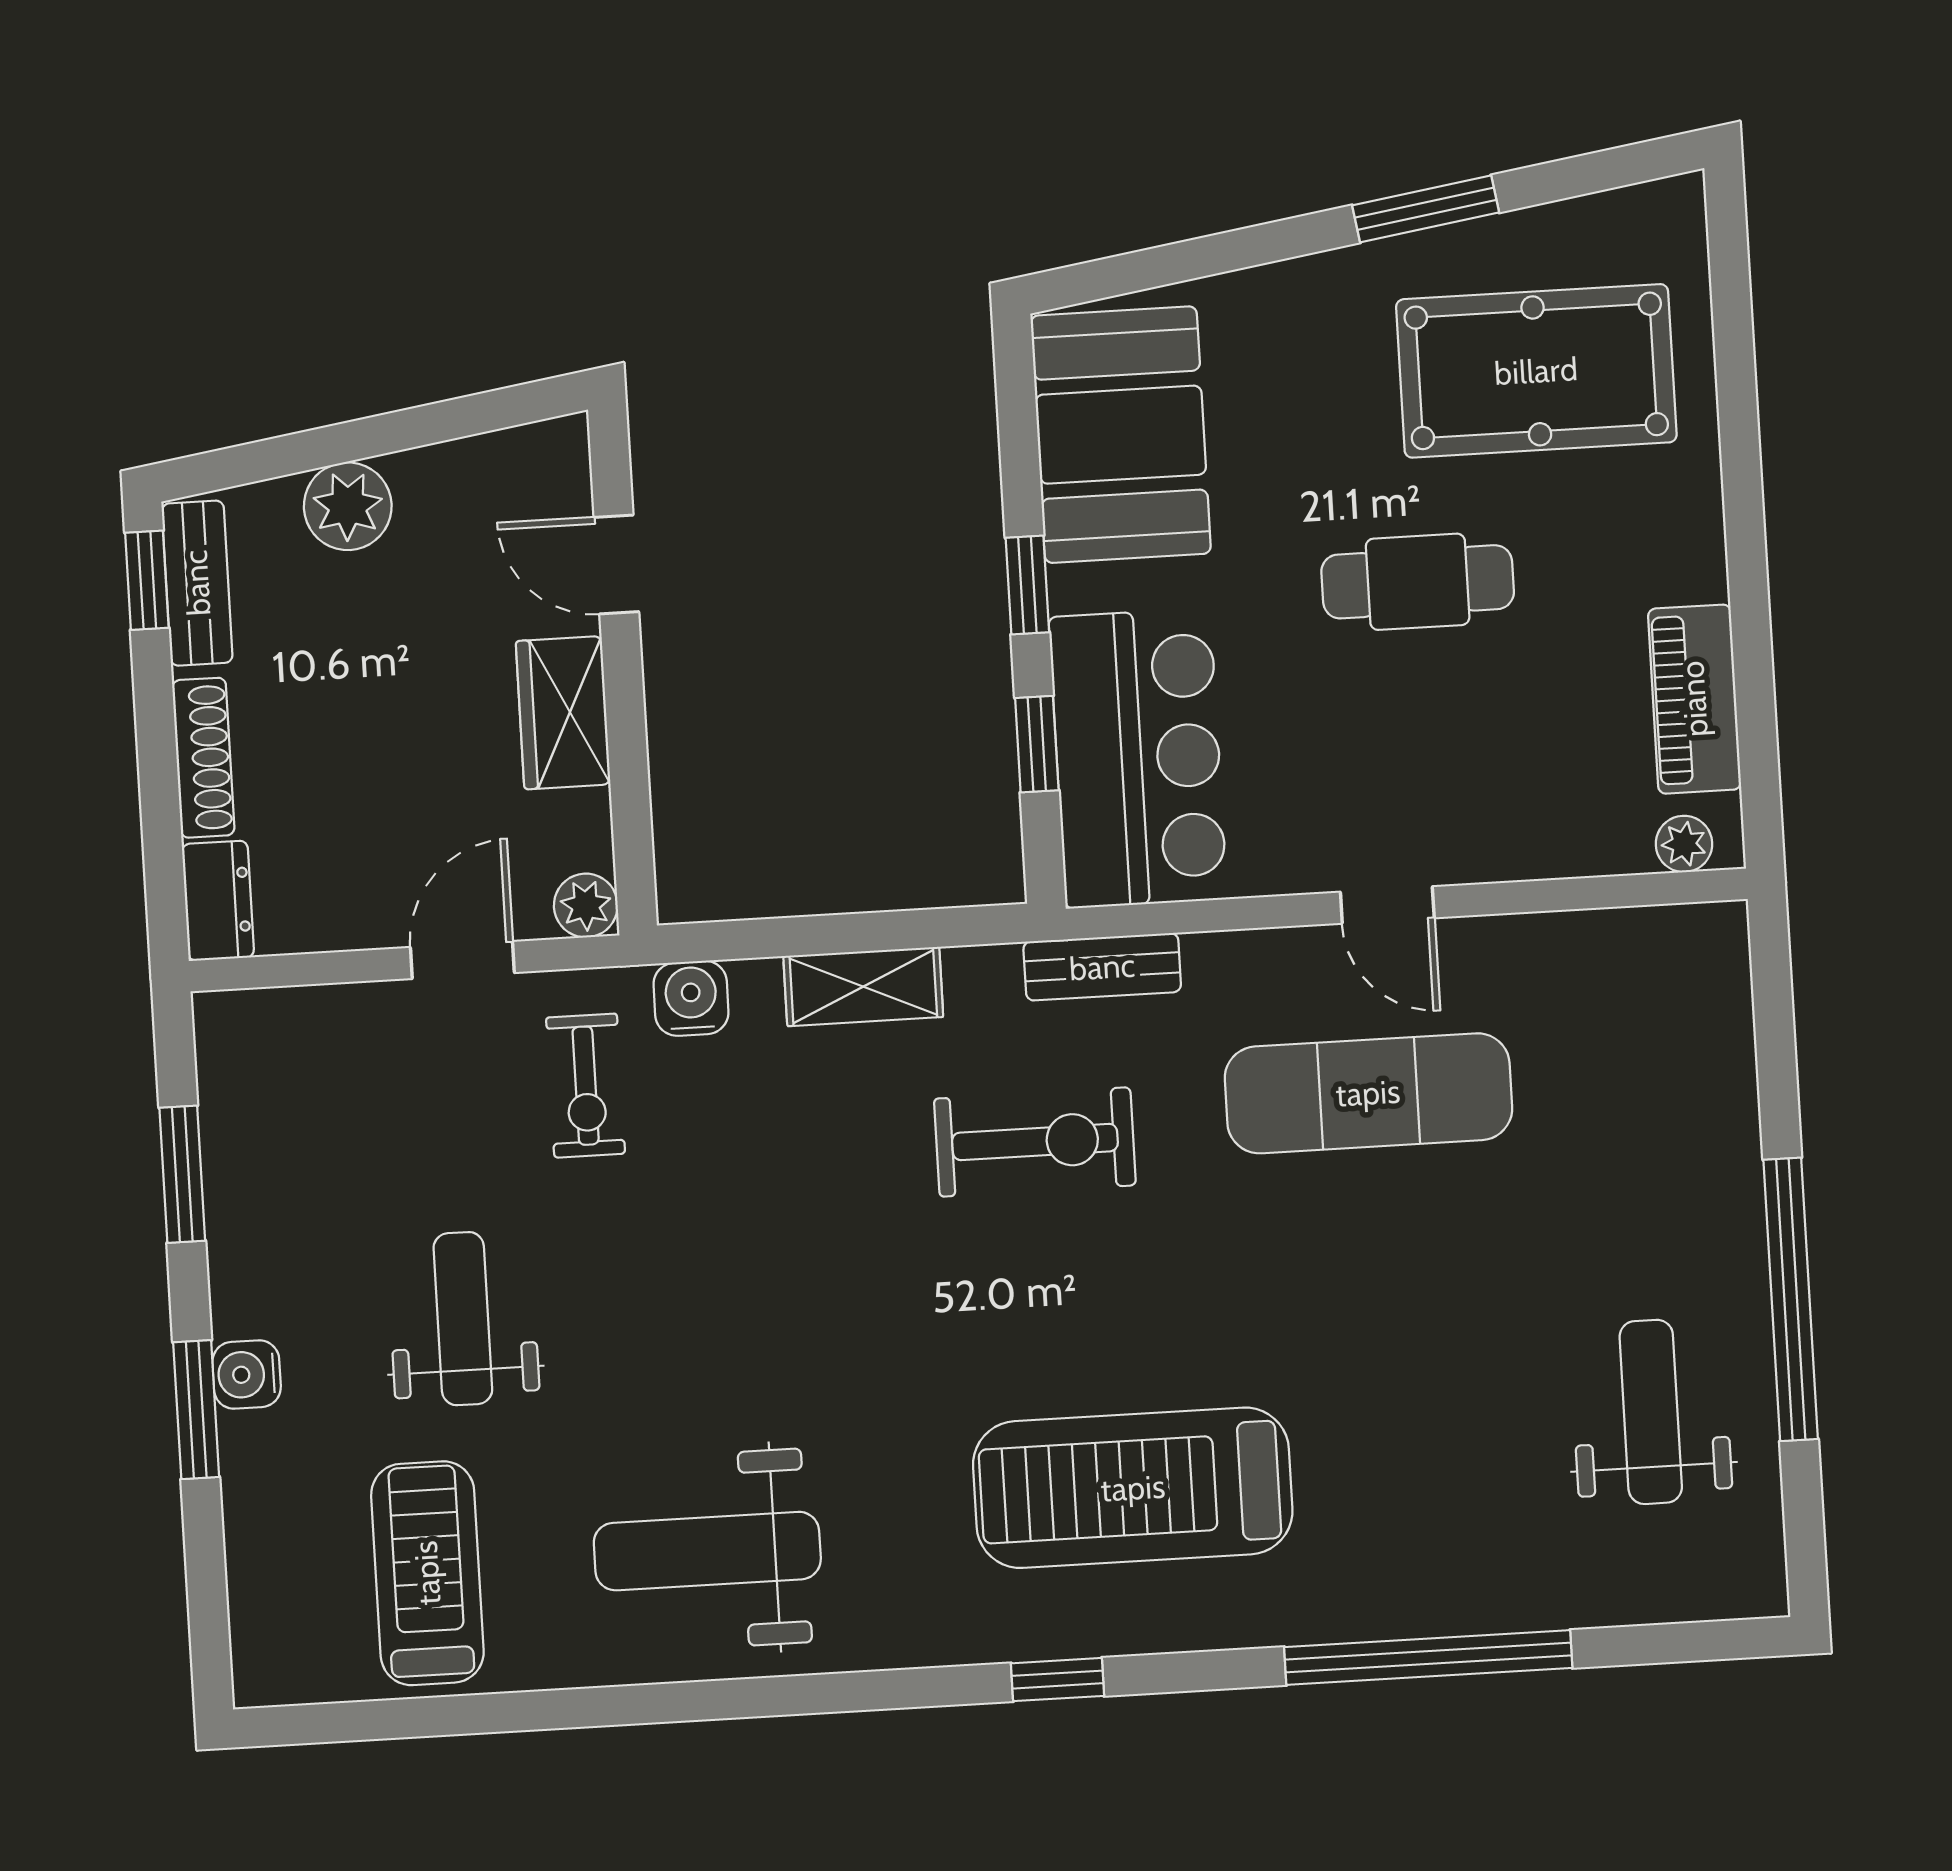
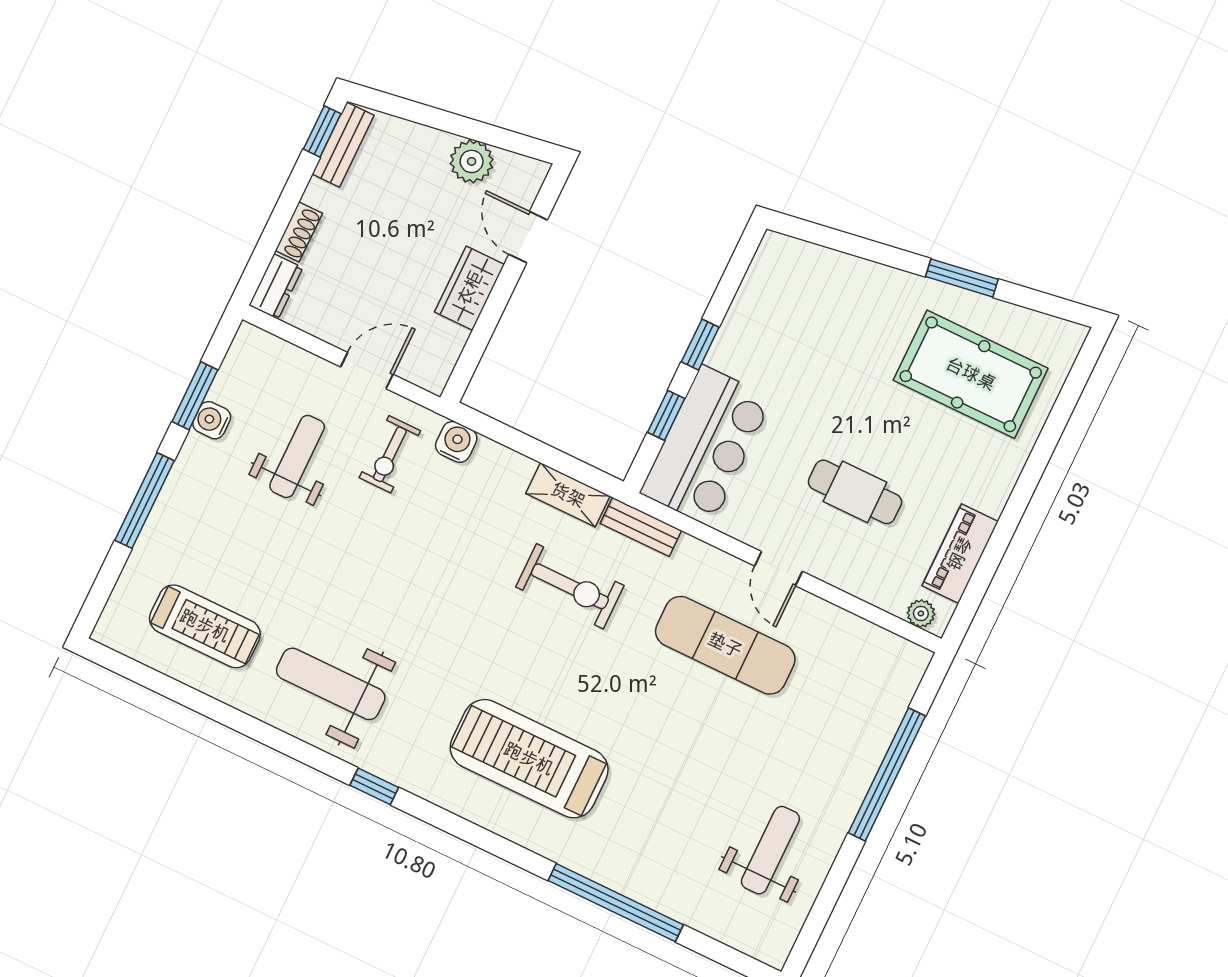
booth: (1121, 435) -> (776, 302), removed
plant: (348, 506) -> (472, 161), moved
cafe table: (1418, 582) -> (855, 492), moved
shoe rack: (203, 758) -> (299, 232), width x0.70
plant: (586, 905) -> (433, 377), removed
shelving: (863, 987) -> (568, 495), moved
window: (1791, 1299) -> (887, 774), moved
weight bench: (463, 1319) -> (297, 456), moved
water cooler: (247, 1374) -> (212, 420), moved
window: (196, 1410) -> (144, 500), width x1.44
treadmill: (427, 1573) -> (205, 626), turned 90
window: (1057, 1680) -> (374, 786), moved

